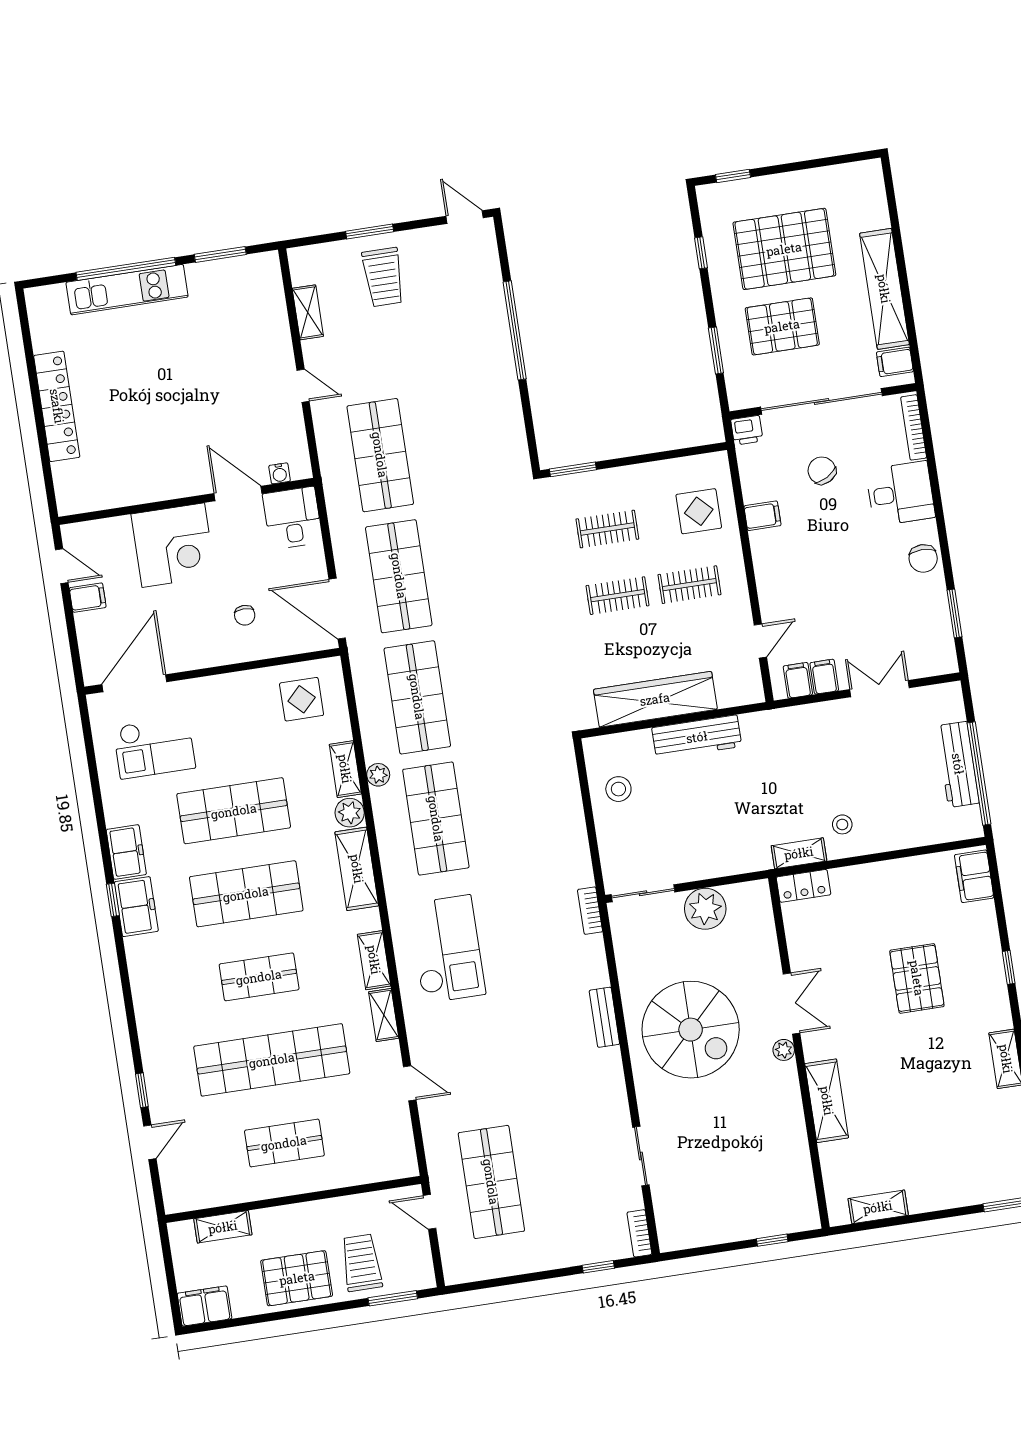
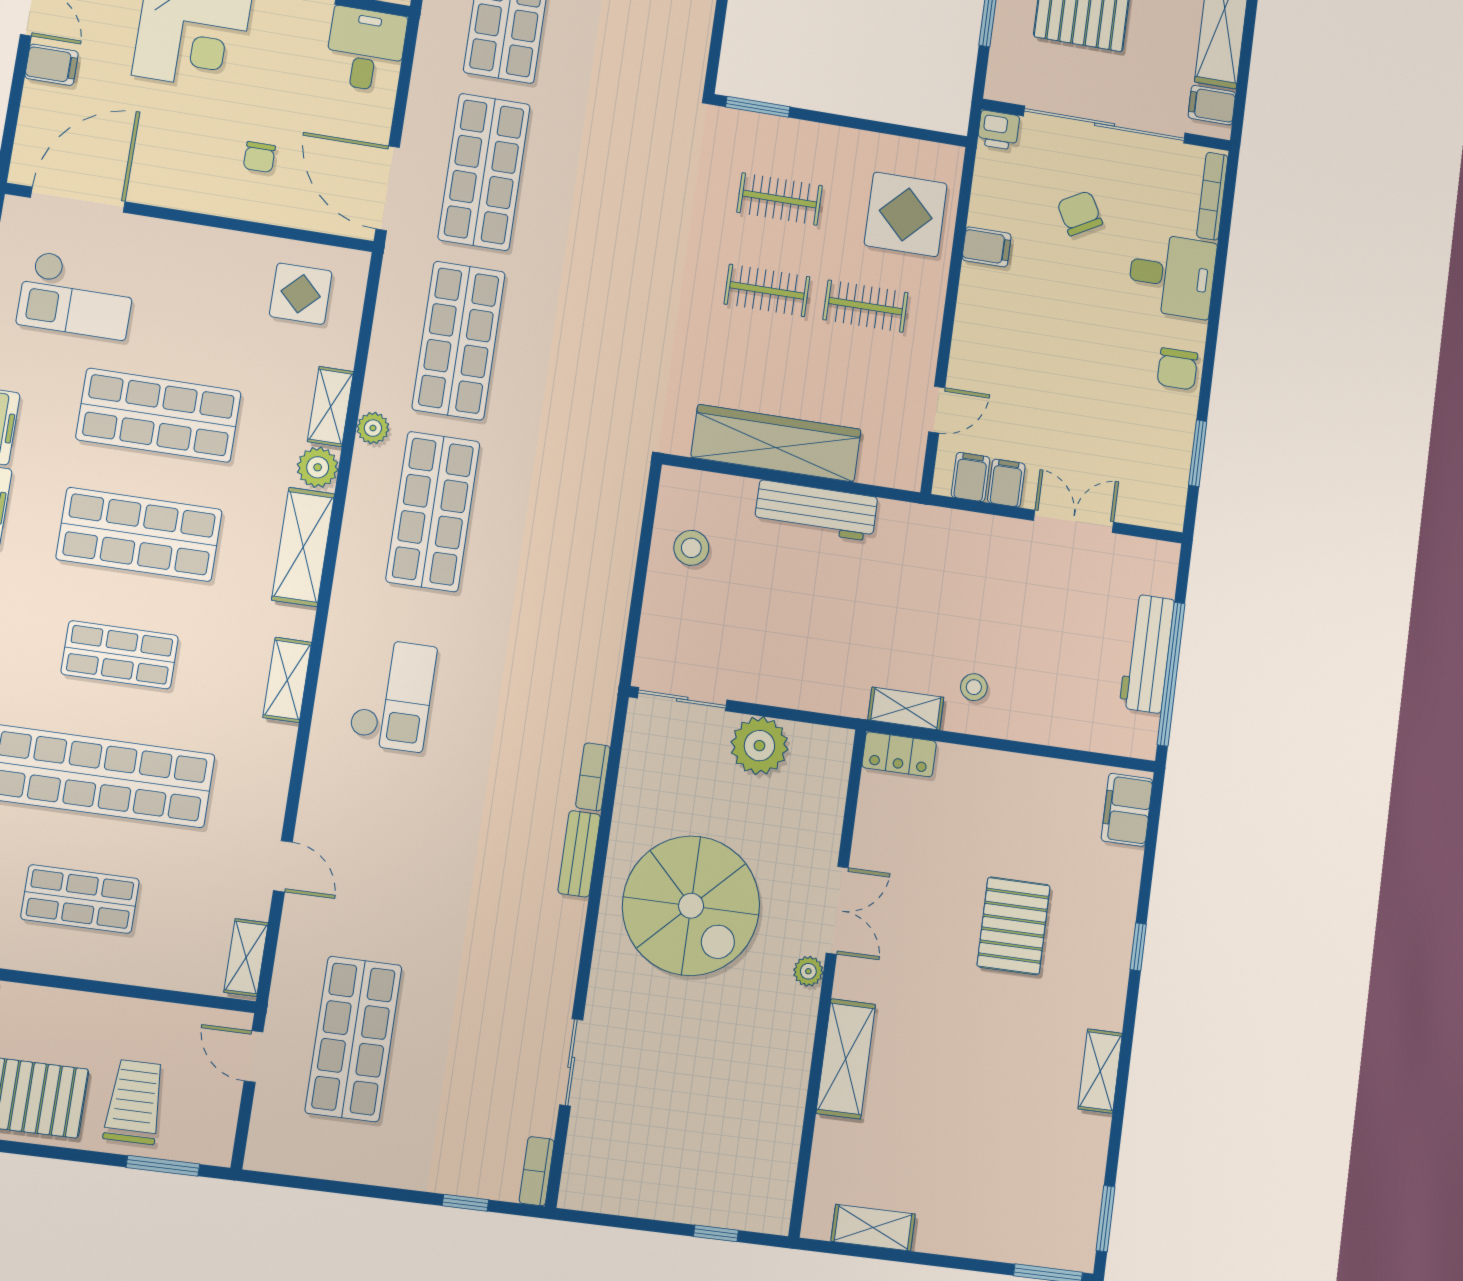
display table: (699, 511) -> (906, 214), width x1.36, depth x1.36
bookcase: (590, 911) -> (593, 777), moved
checkout: (447, 949) -> (393, 695), width x0.73, depth x0.83
shelving: (384, 1015) -> (246, 958), moved

